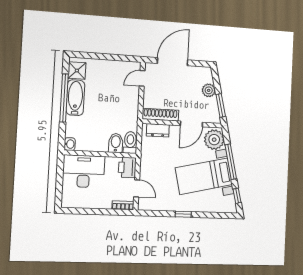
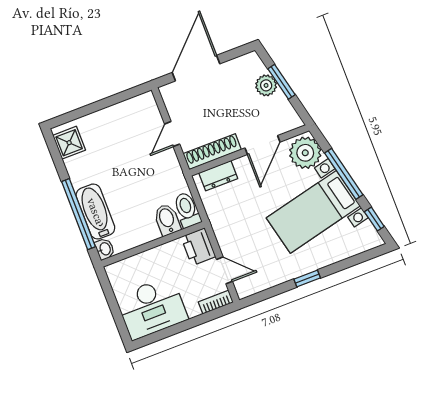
door: (142, 78) -> (172, 134), moved
window: (64, 98) -> (79, 214), moved
bathtub: (75, 98) -> (95, 211), moved
window: (221, 105) -> (281, 82), moved
desk: (84, 171) -> (152, 308), moved, turned 180

